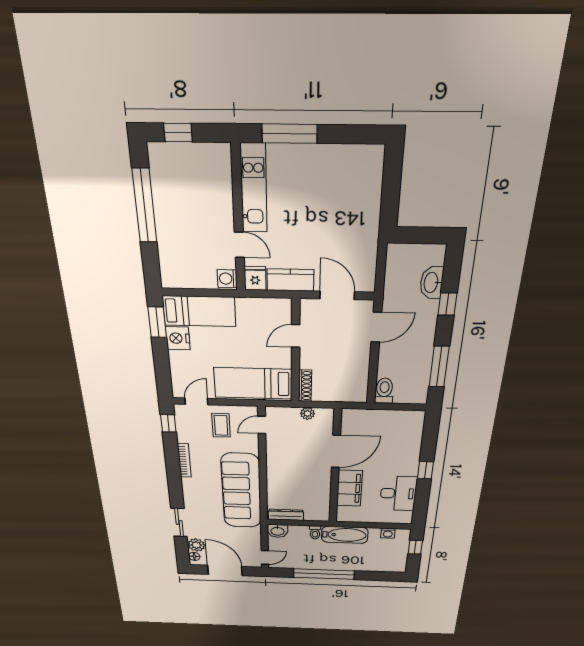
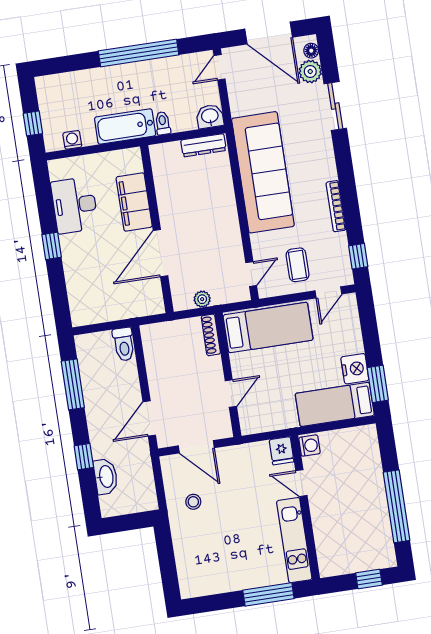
stool: (351, 244) -> (193, 502), added
kitchen counter: (290, 280) -> (246, 455), removed

